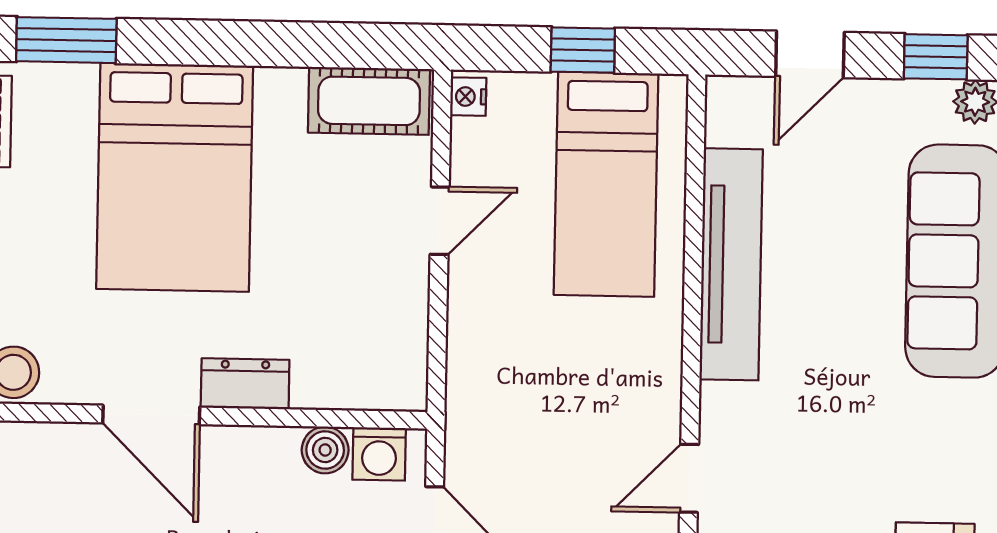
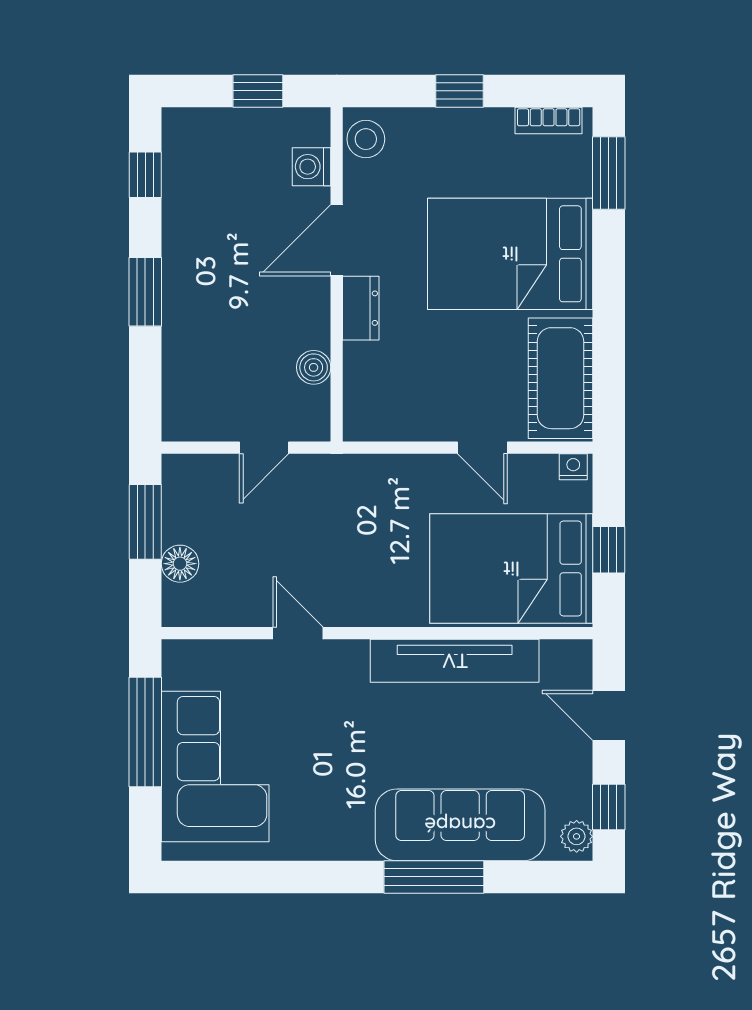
cot: (369, 101) -> (561, 378), width x1.37, depth x1.34
bed: (606, 184) -> (511, 569), width x1.50
washing machine: (379, 454) -> (311, 167), moved

